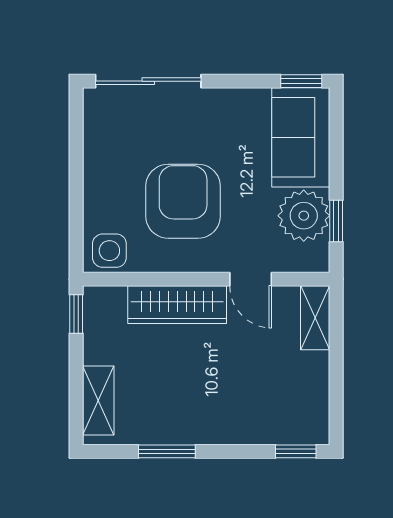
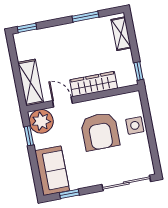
window: (301, 81) -> (69, 194), moved
plant: (304, 216) -> (41, 121), moved
side table: (109, 251) -> (135, 125), moved
shelving: (315, 318) -> (31, 82), width x1.50, depth x1.33

